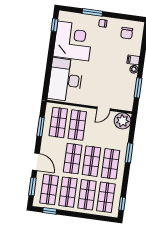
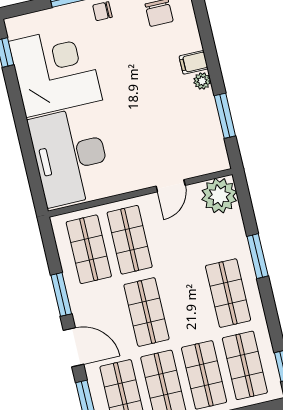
window: (41, 127) -> (61, 294), moved
shop shelf: (92, 161) -> (187, 303), removed

